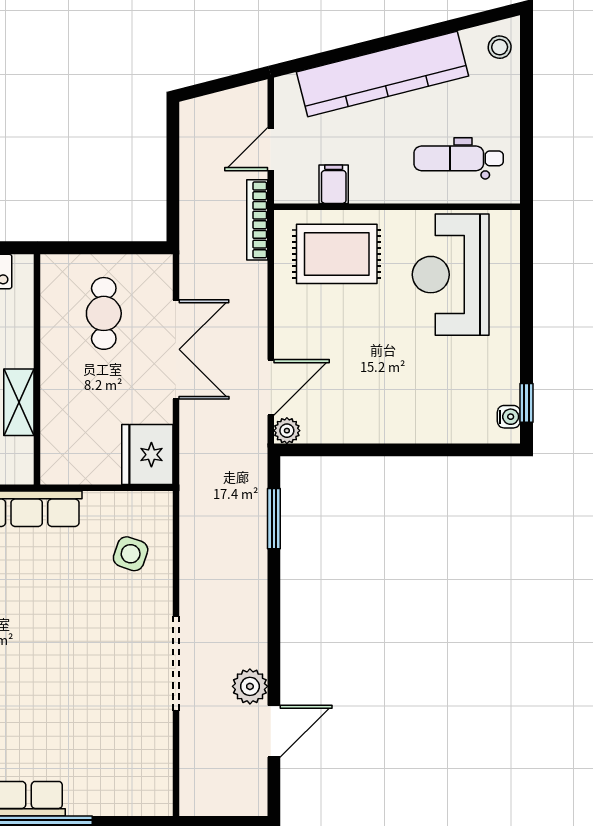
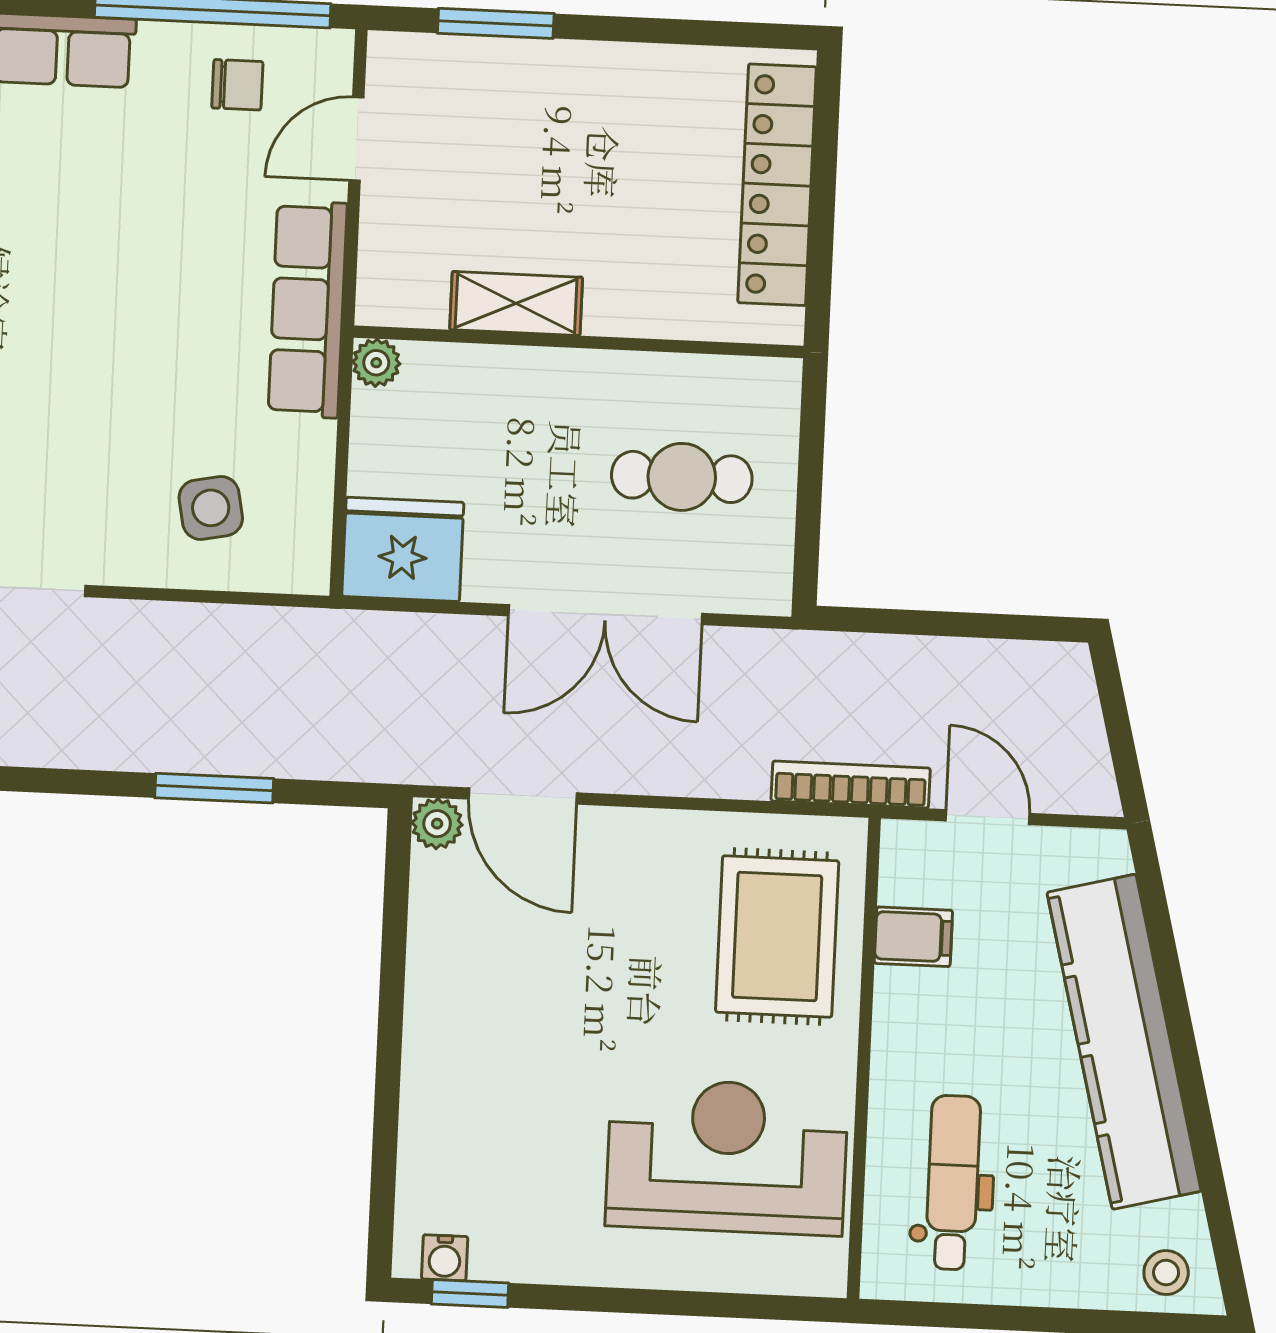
plant: (52, 472) -> (376, 363), added
window: (274, 519) -> (214, 788), moved
side table: (131, 554) -> (211, 508), turned -30

